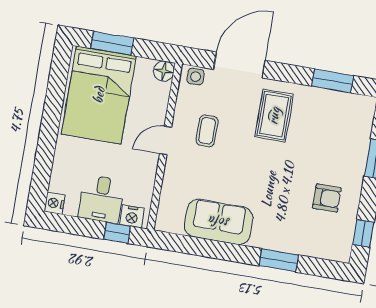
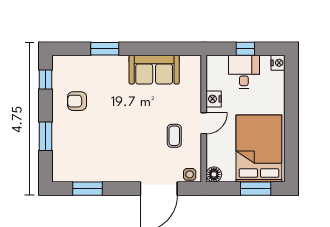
rug: (274, 116) -> (126, 155), removed
nightstand: (132, 216) -> (214, 99), moved, turned -90
window: (117, 233) -> (245, 49), moved

